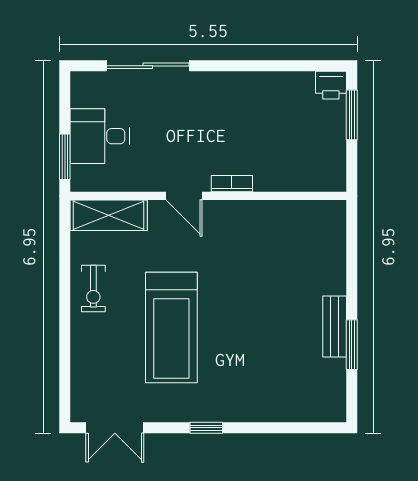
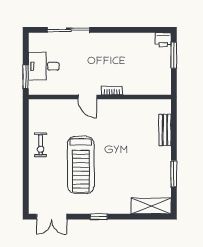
shelving: (109, 215) -> (151, 206), moved
bench: (335, 327) -> (165, 130), moved

